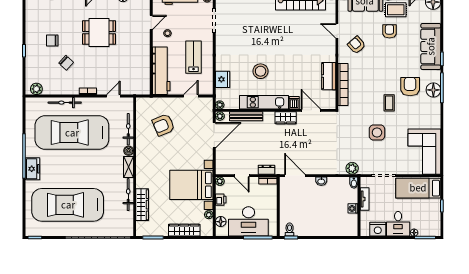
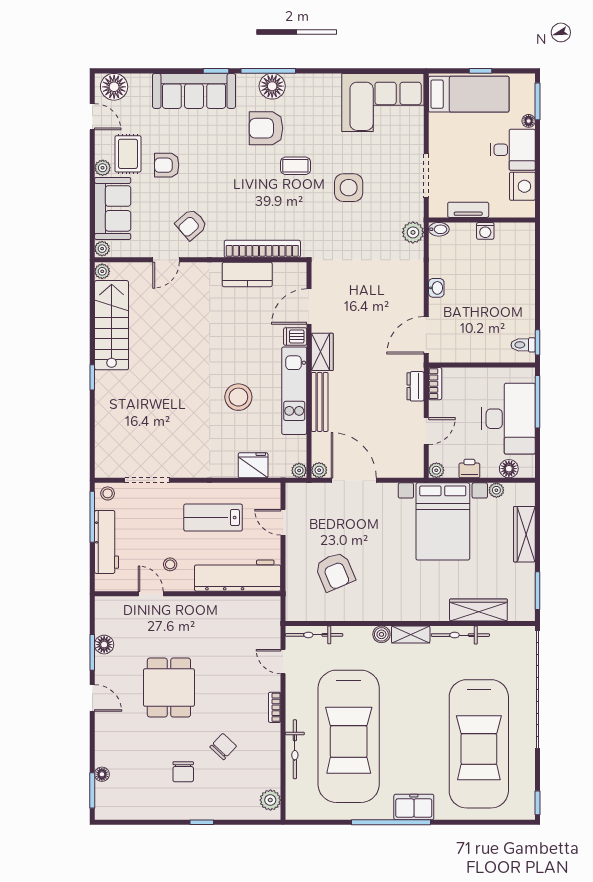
bench: (246, 116) -> (320, 402), moved
bicycle: (128, 129) -> (314, 635), moved
bed: (418, 188) -> (469, 94), moved, turned -90

